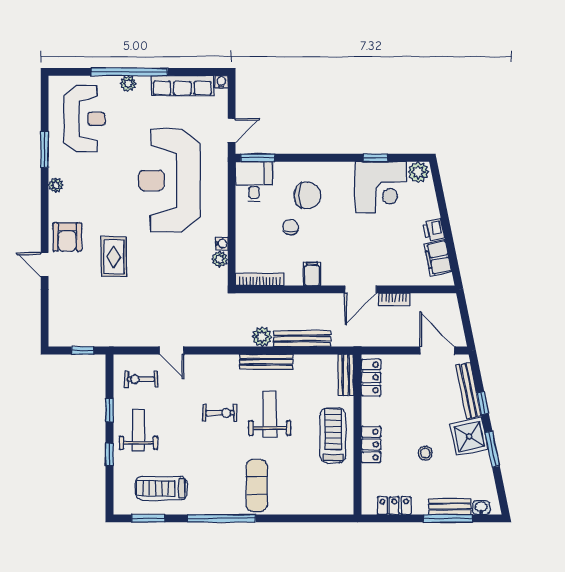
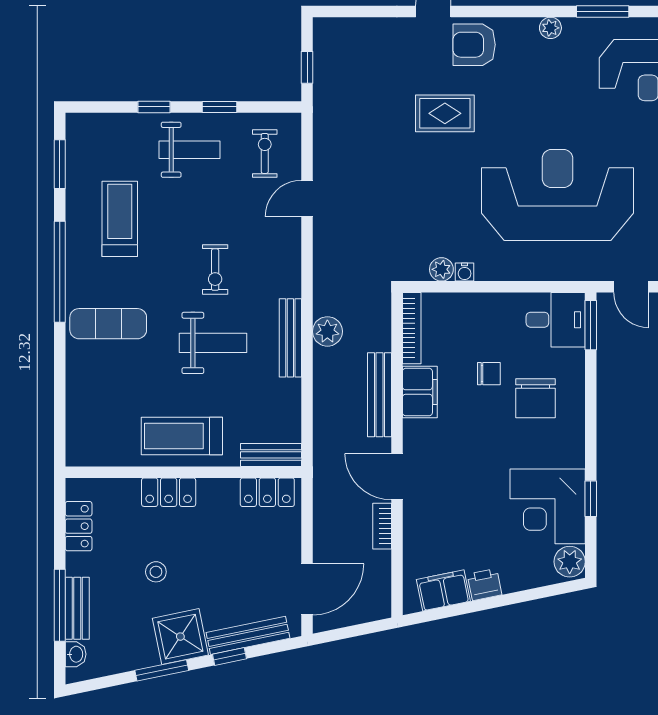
filing cabinet: (312, 274) -> (420, 392), width x2.00
bench: (302, 339) -> (380, 395), moved
treadmill: (333, 435) -> (182, 436), turned 180
treadmill: (161, 488) -> (120, 219), moved

